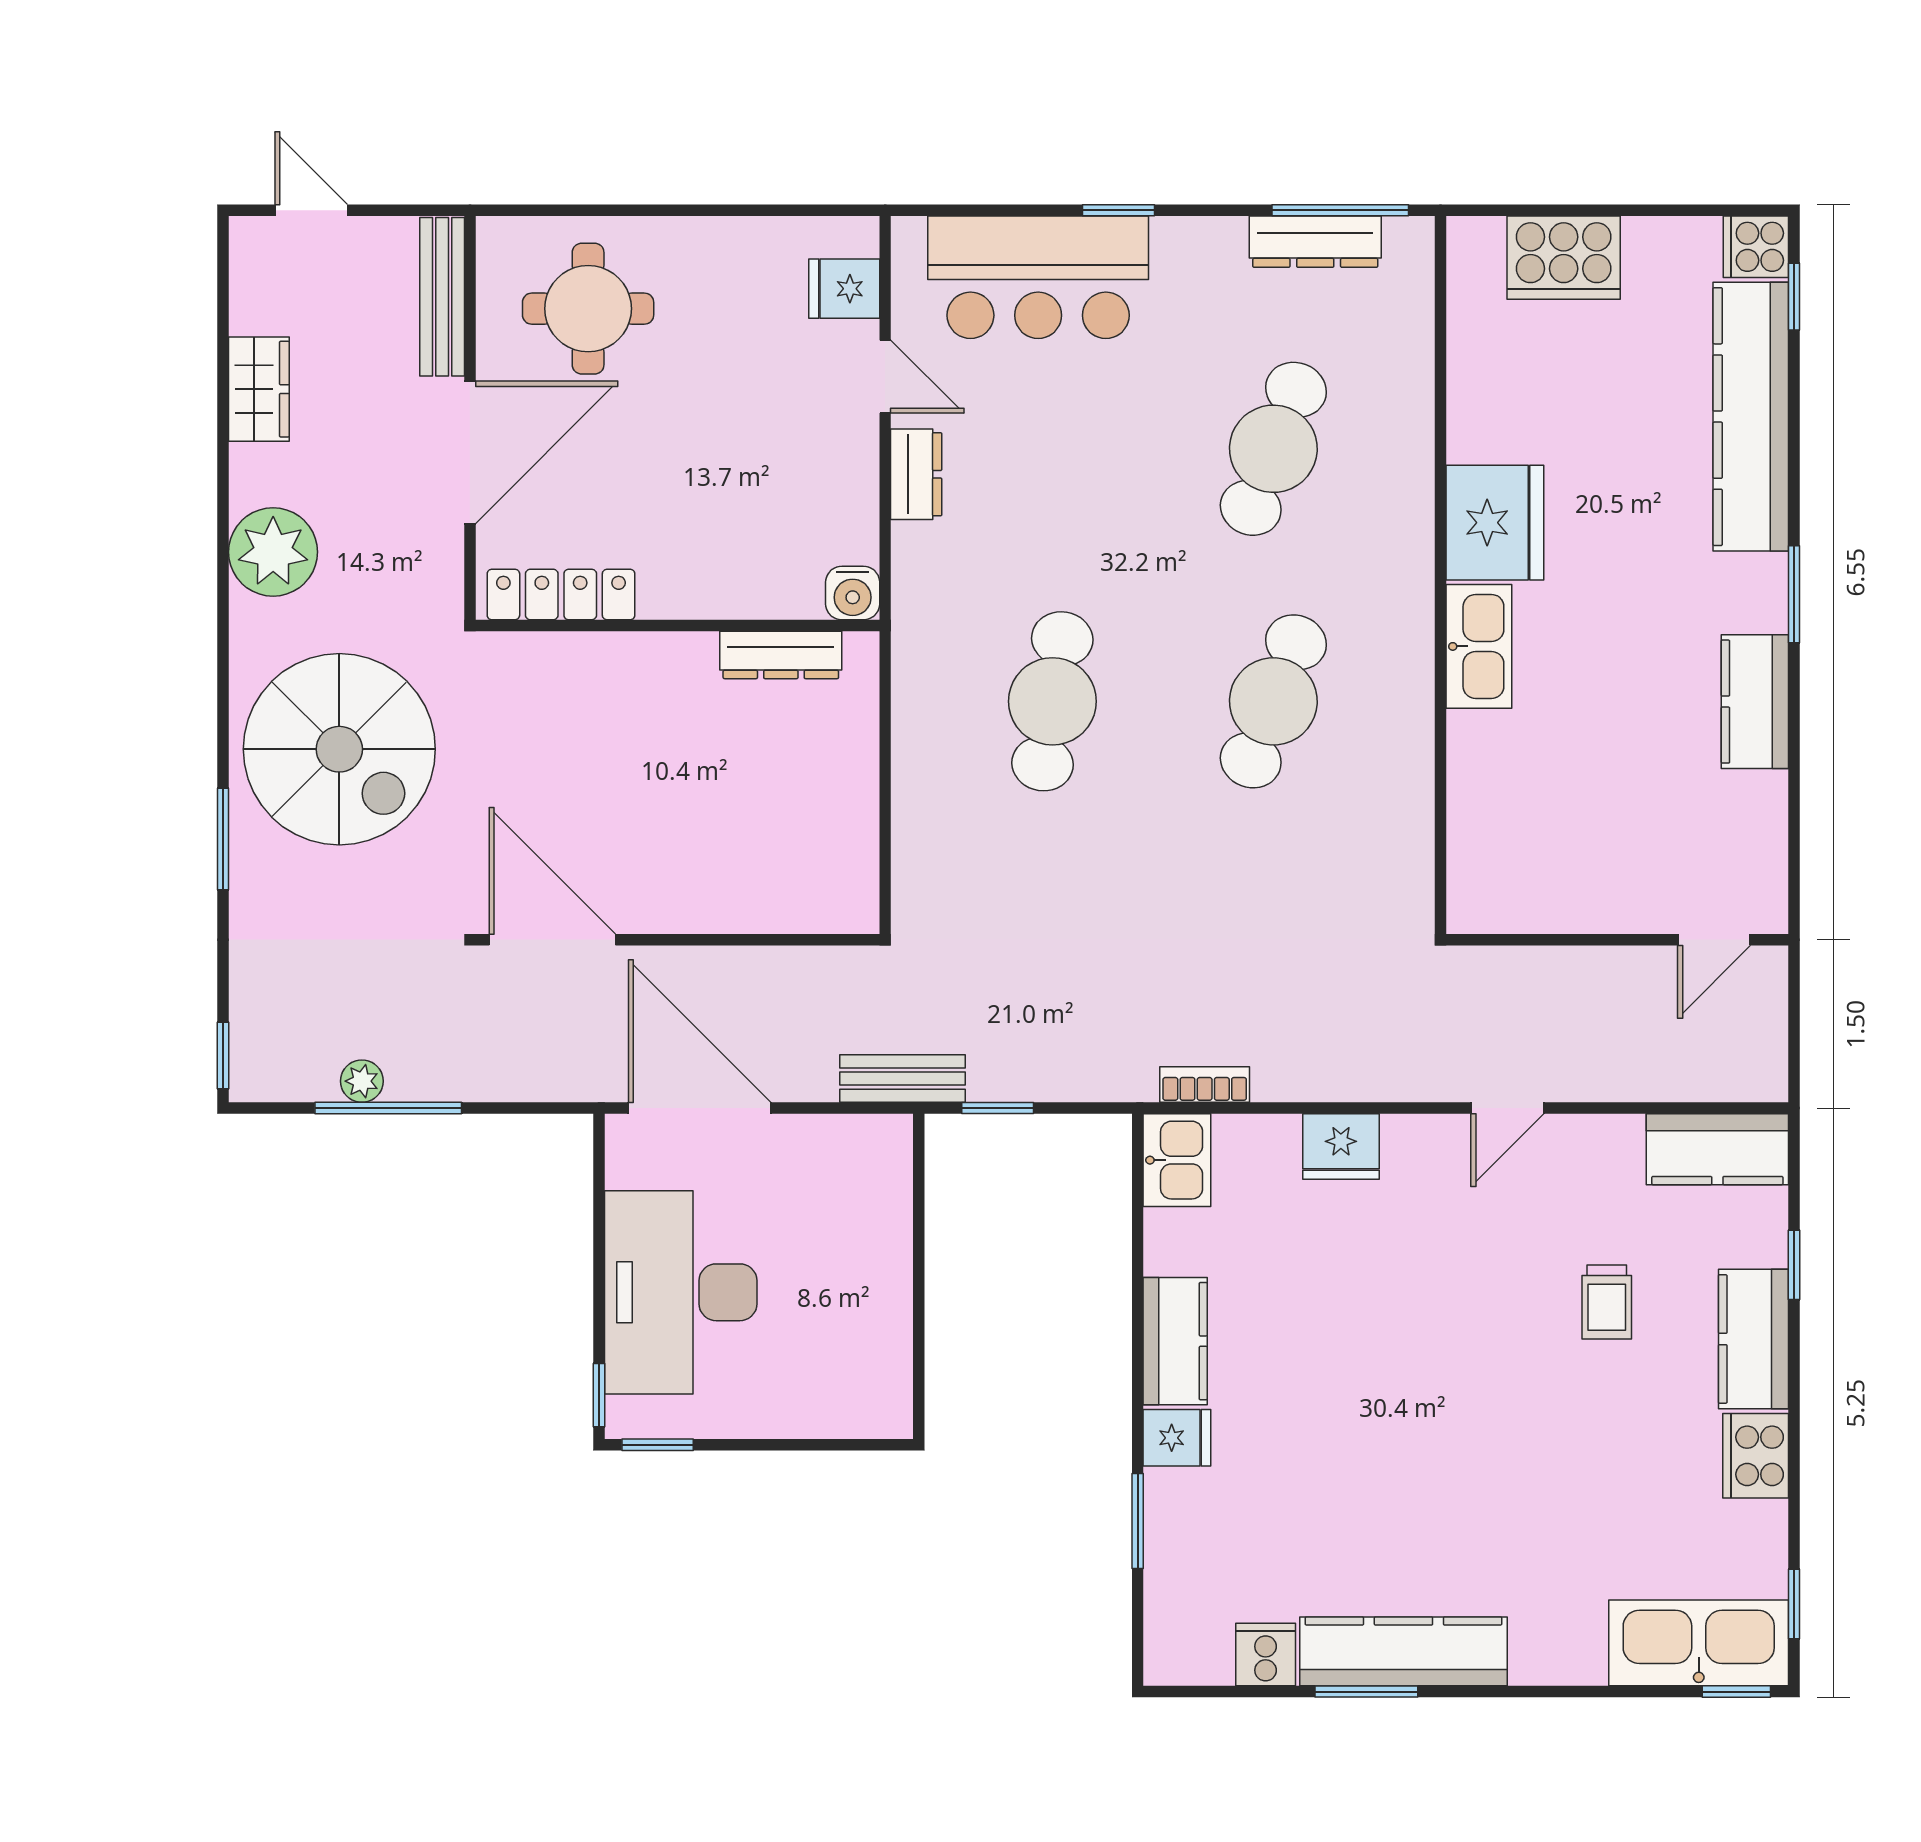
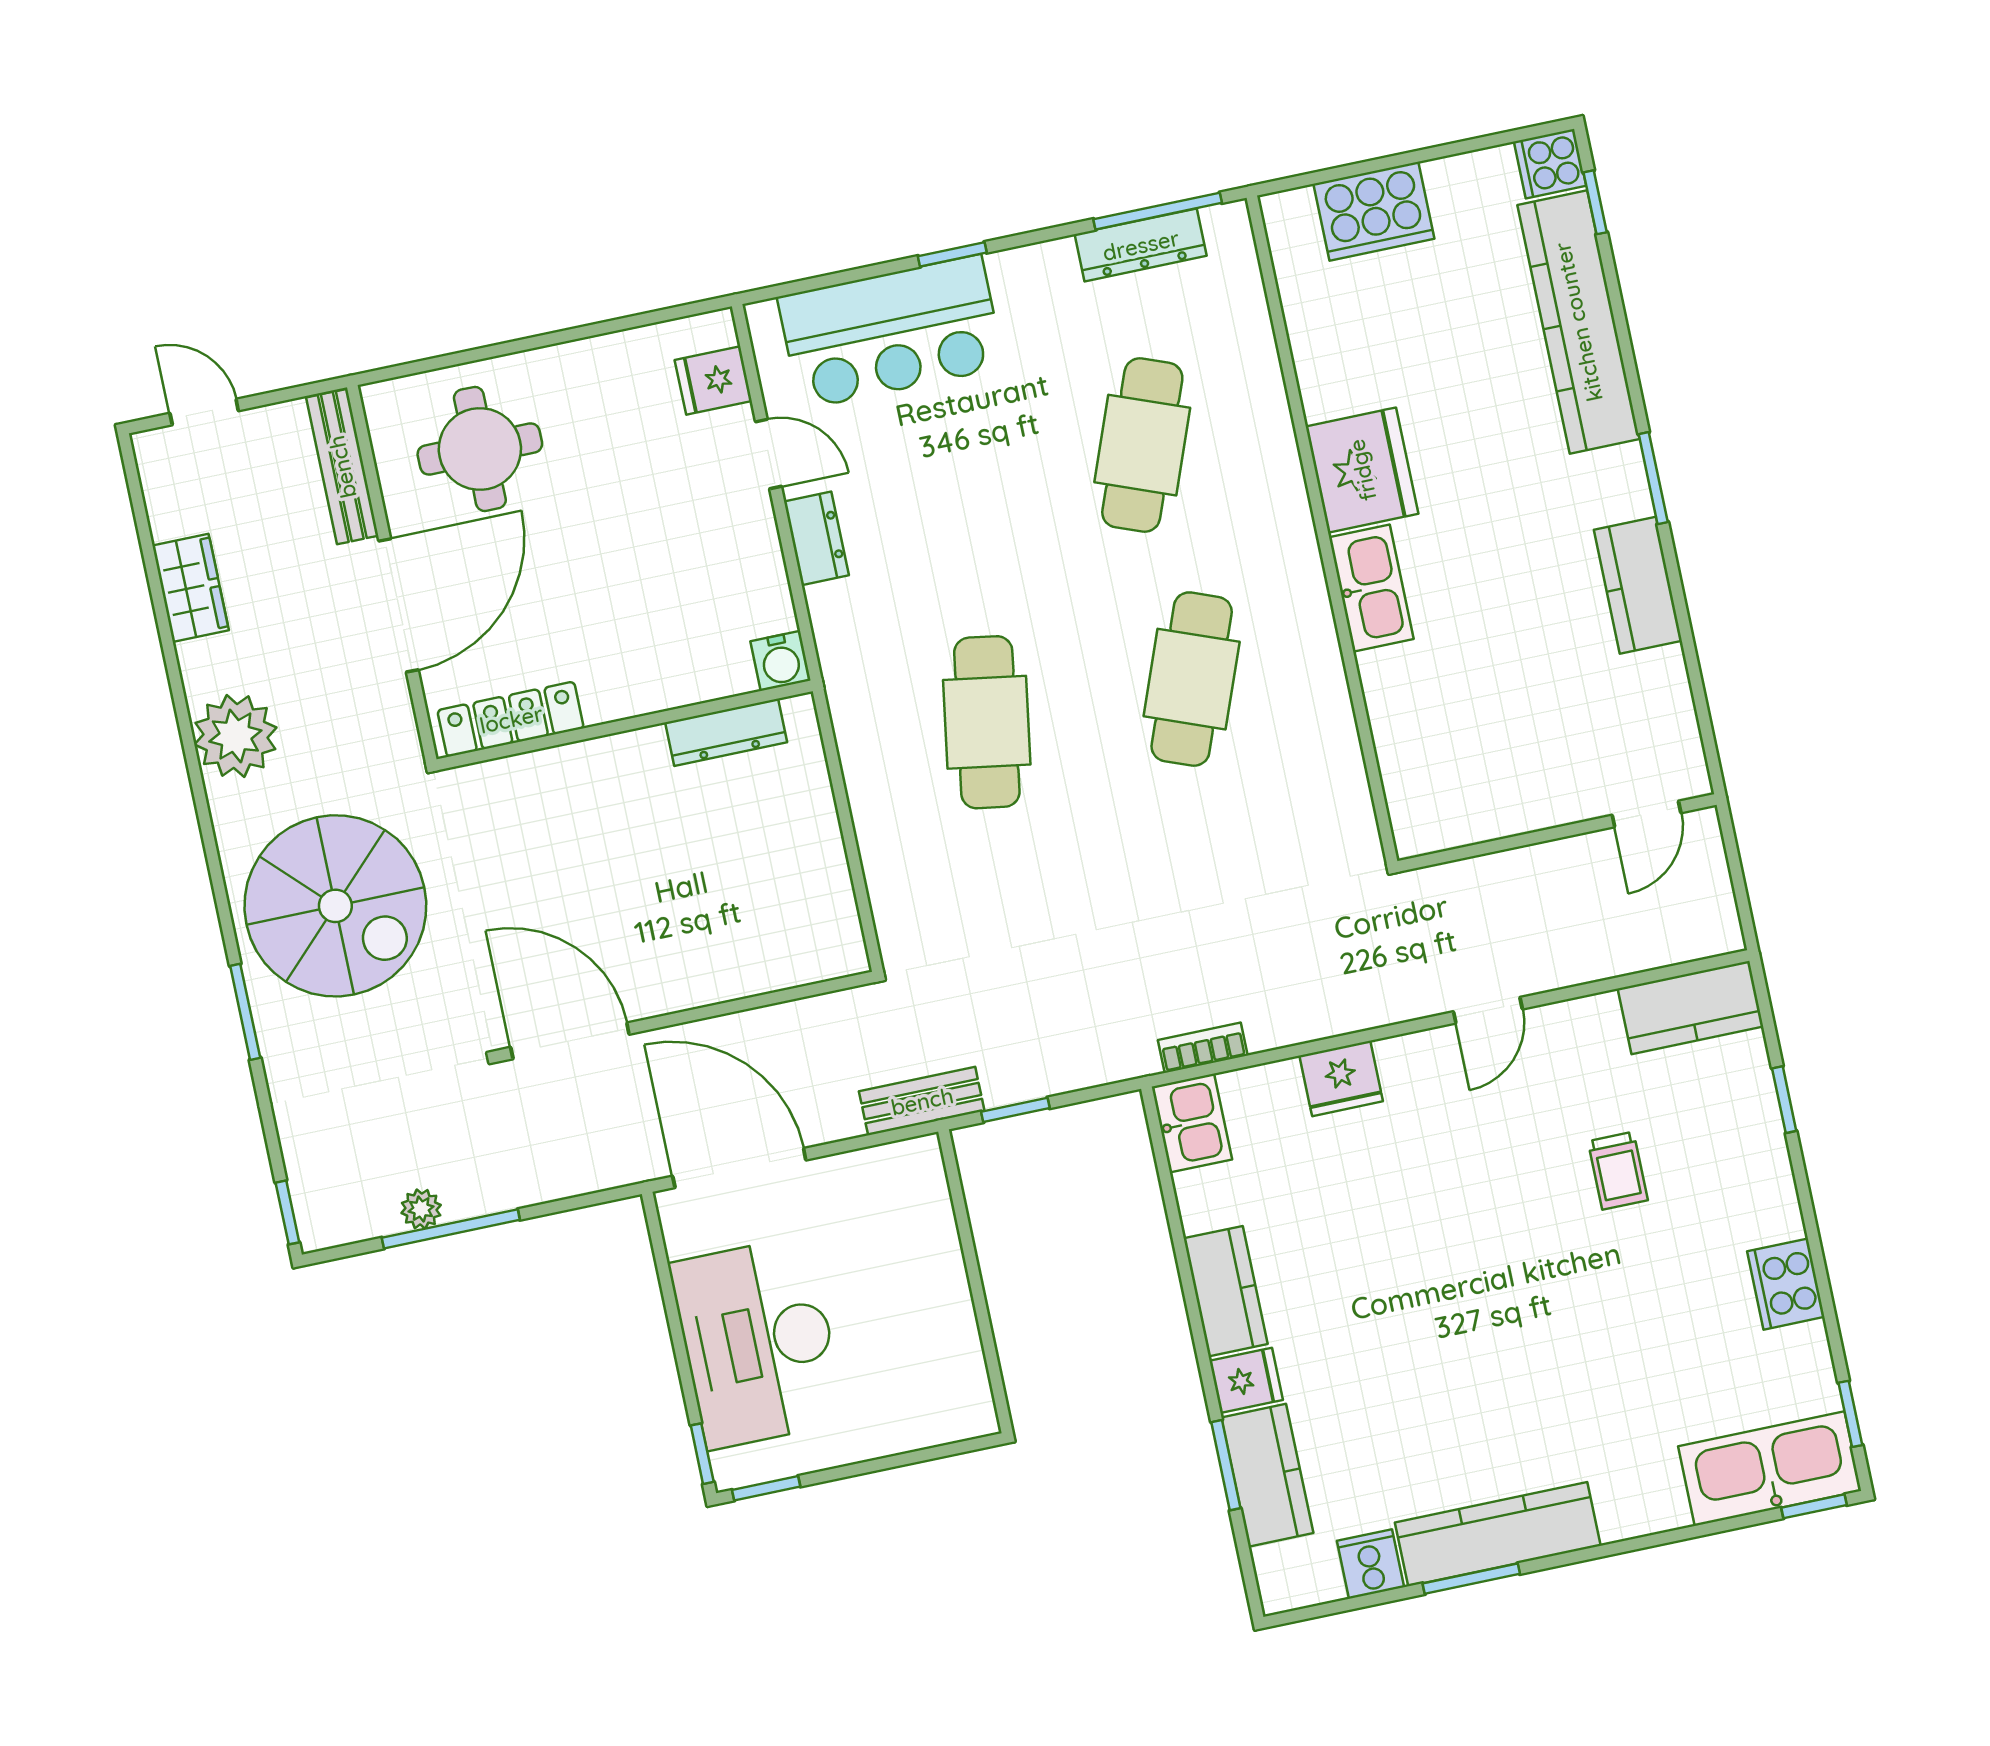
kitchen counter: (1754, 1339) -> (1267, 1475), moved, turned 180

